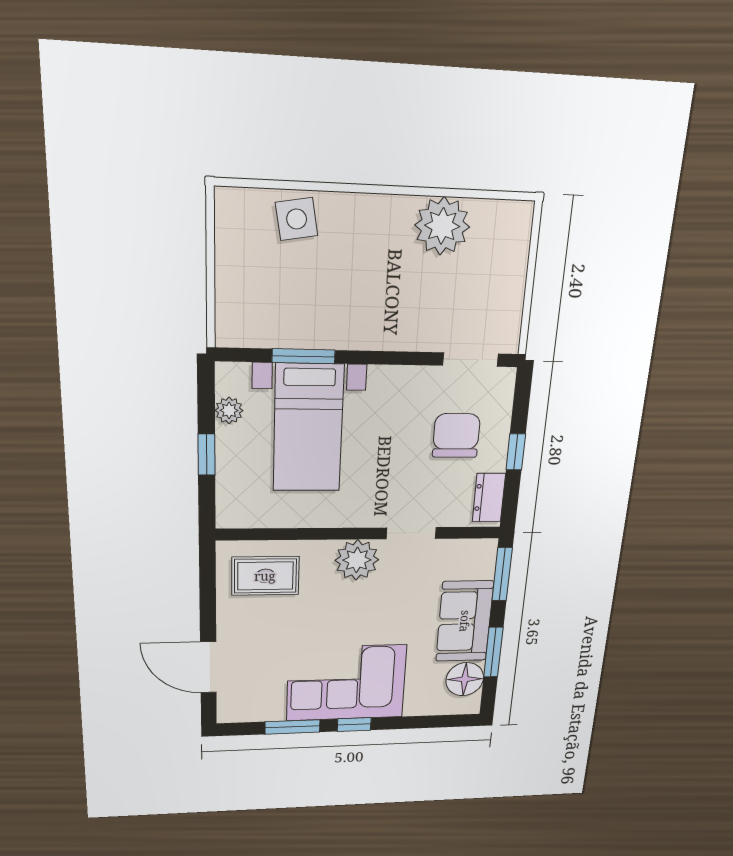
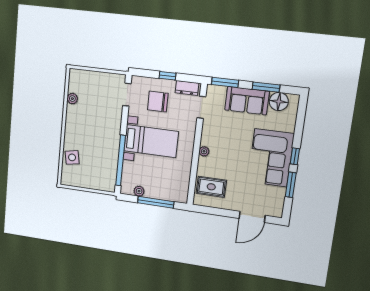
plant: (442, 226) -> (72, 99), width x0.53, depth x0.53
window: (304, 356) -> (121, 160), width x2.11
bed with nightstands: (308, 428) -> (151, 141), moved
window: (207, 455) -> (156, 202), width x2.17
doorway: (411, 533) -> (201, 107), moved
plant: (357, 560) -> (204, 151), width x0.53, depth x0.53
rug: (265, 576) -> (211, 187), turned 90

